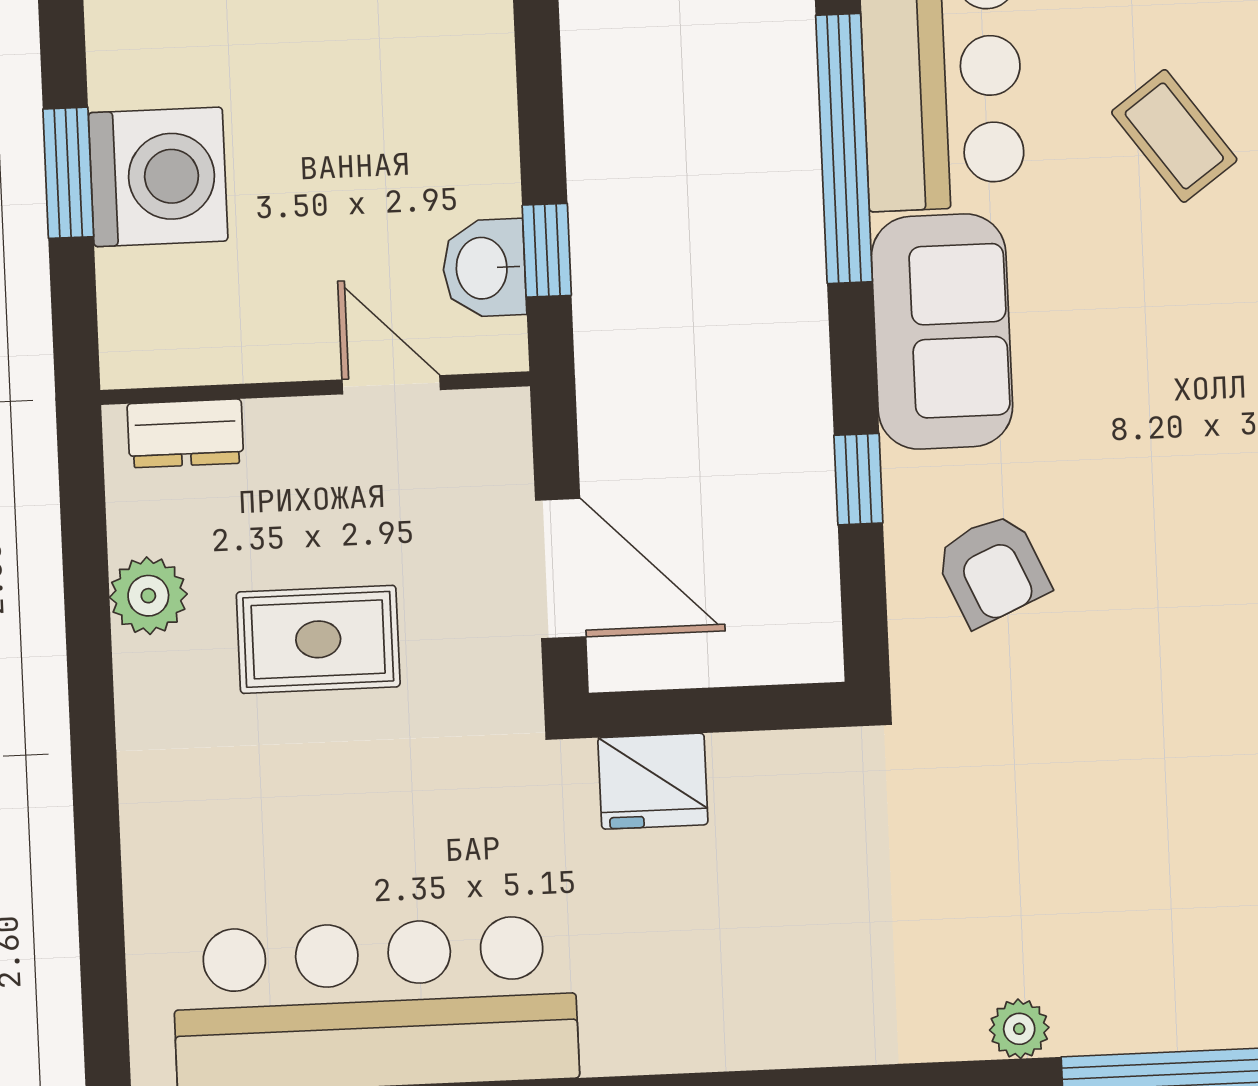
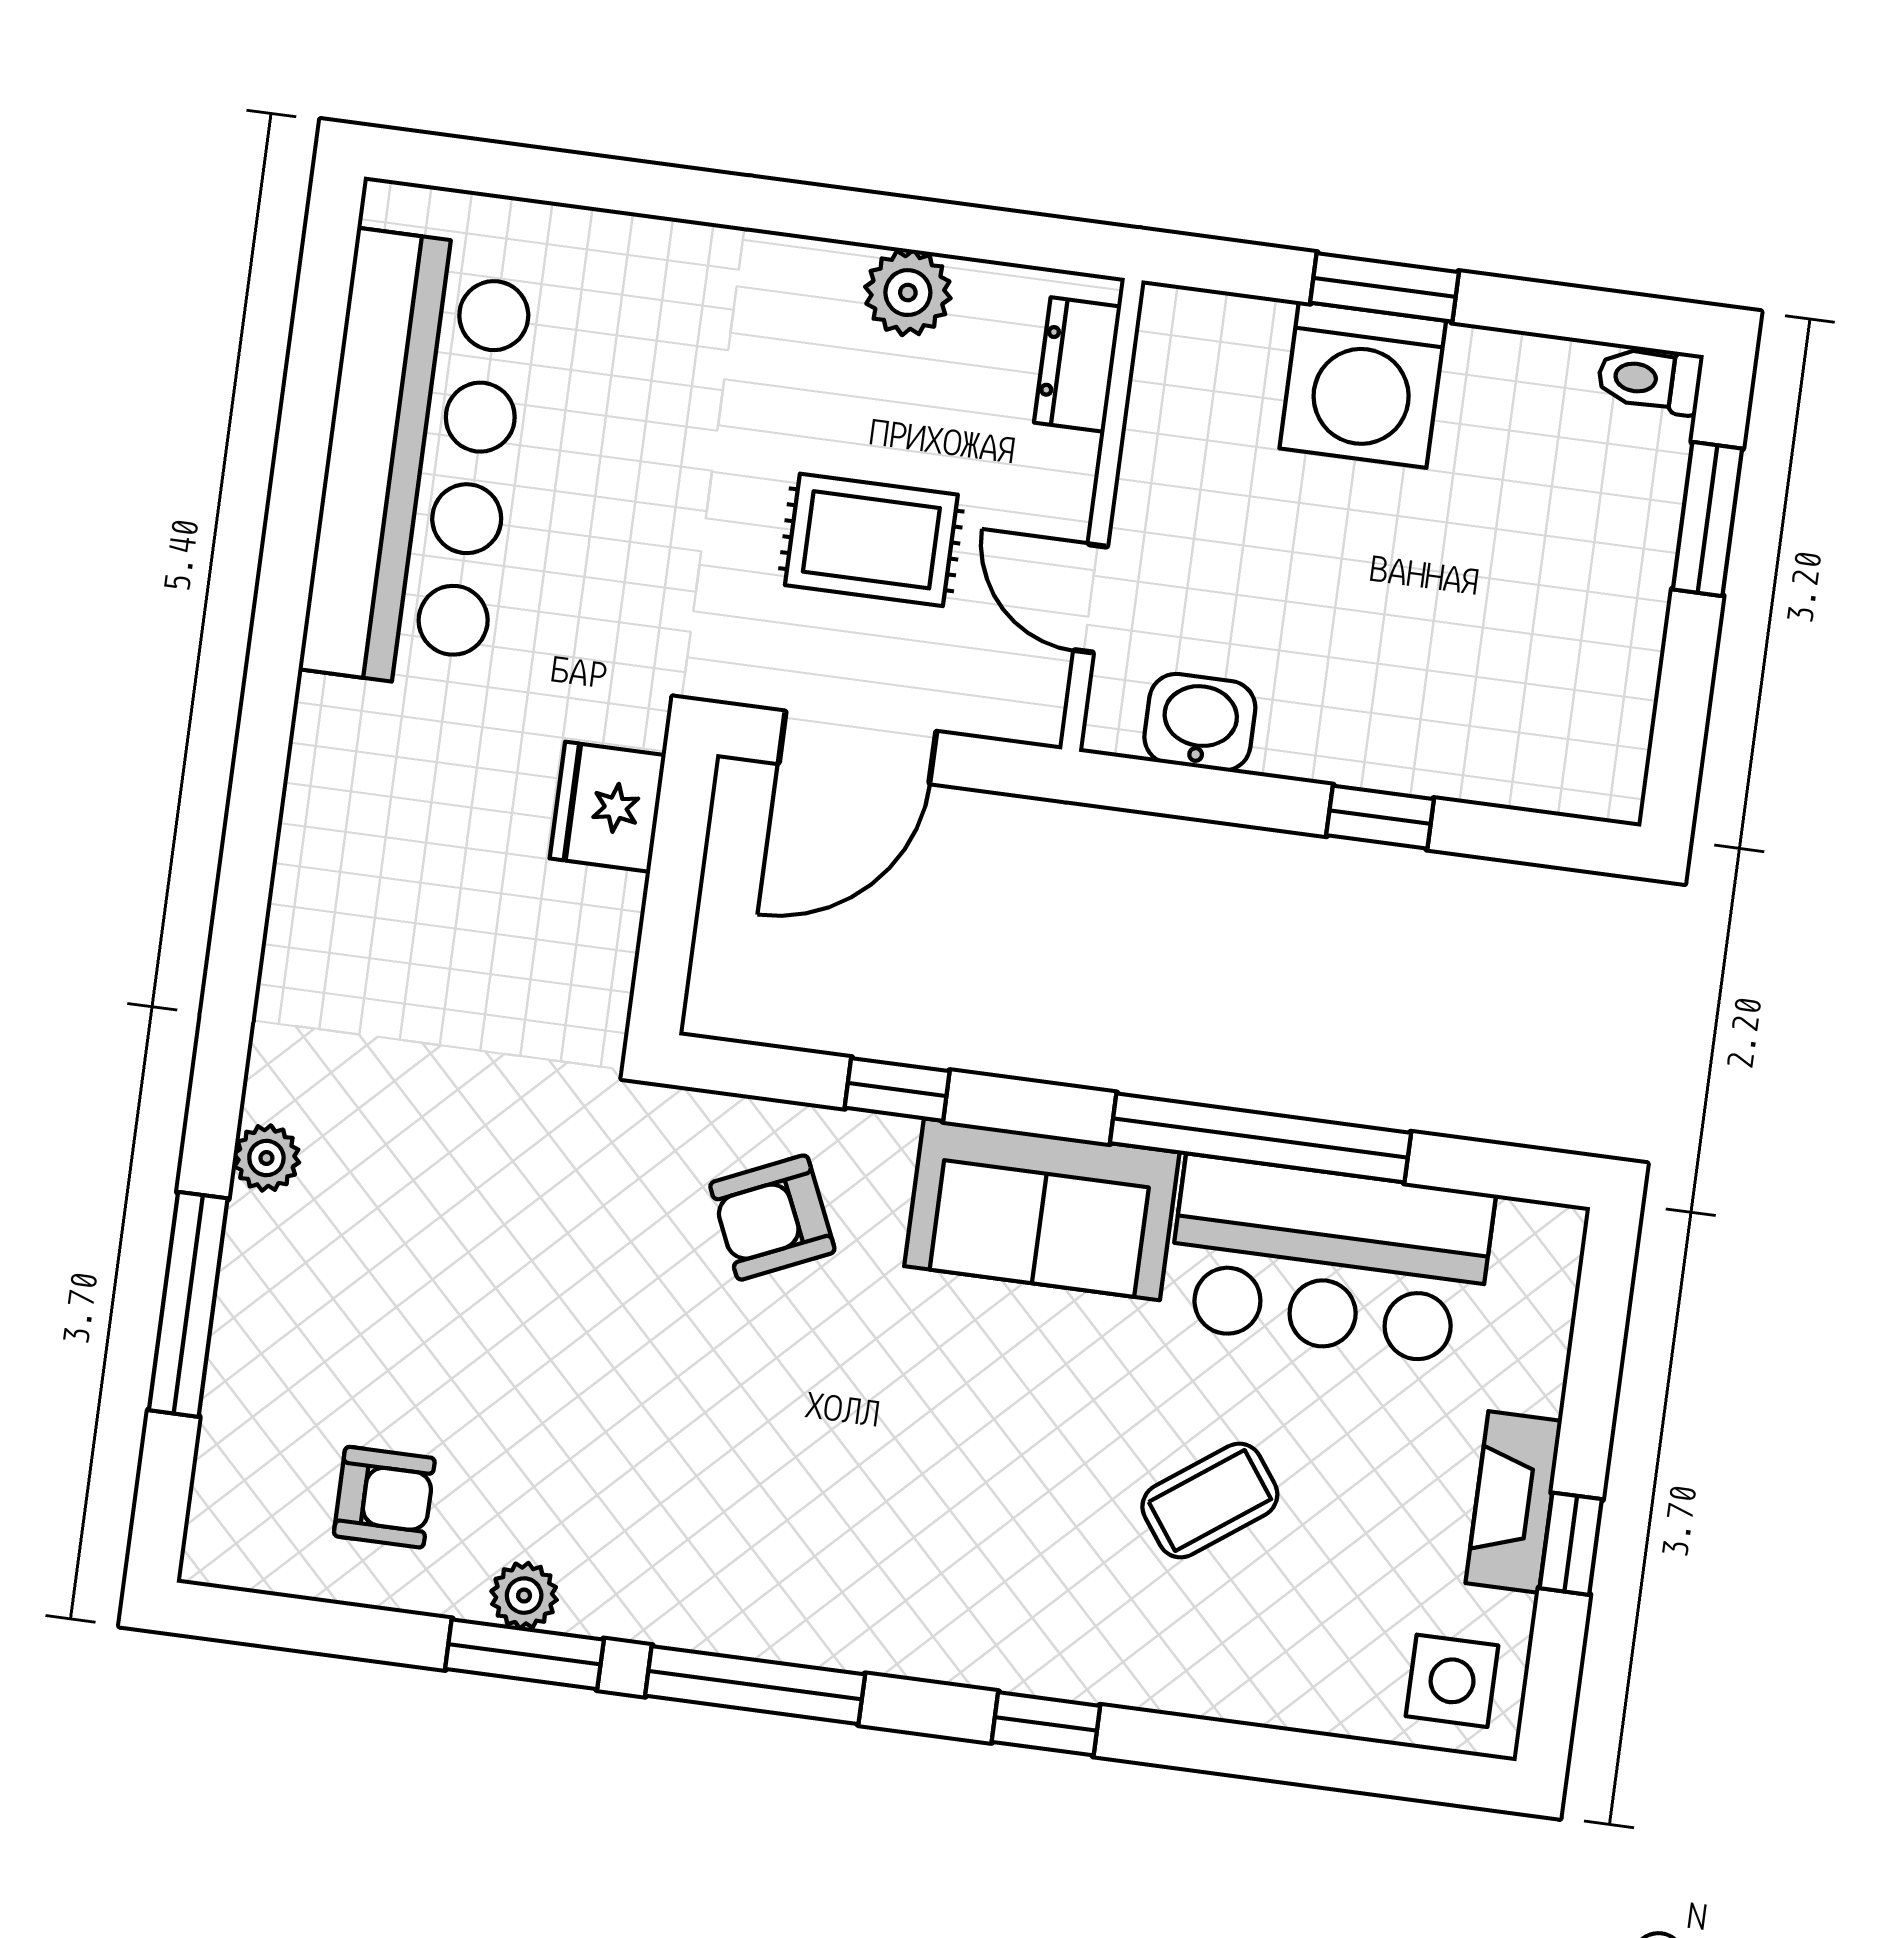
window: (547, 250) -> (1380, 817), moved
door: (391, 385) -> (1091, 598), swing flipped
rug: (318, 639) -> (871, 540), moved, turned 90

